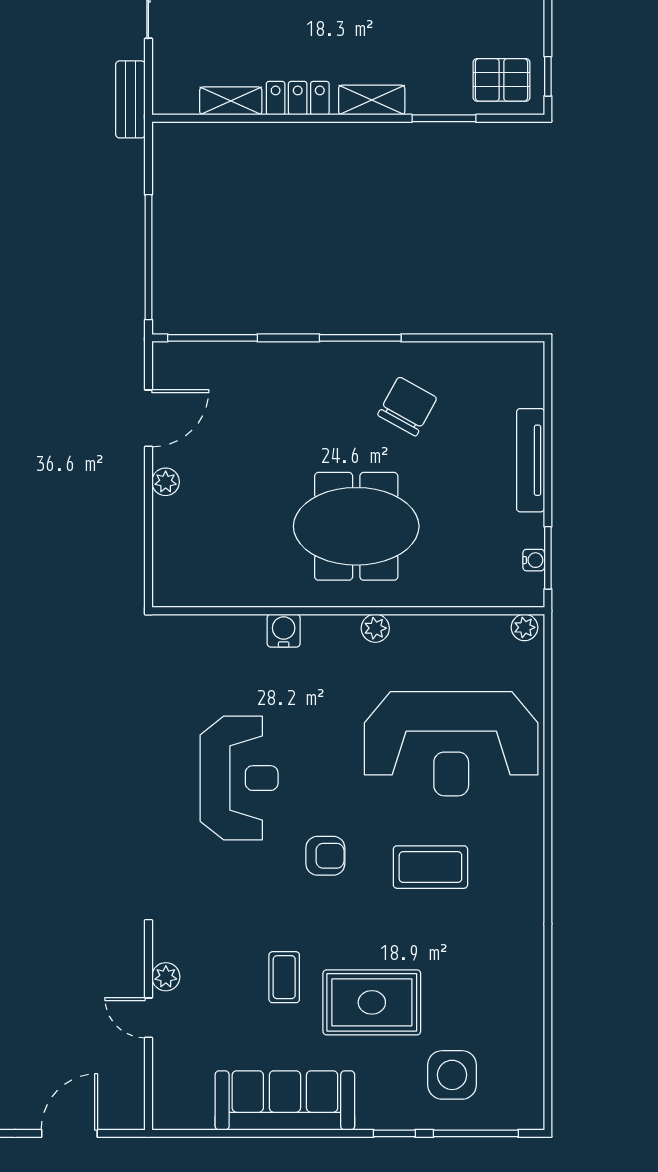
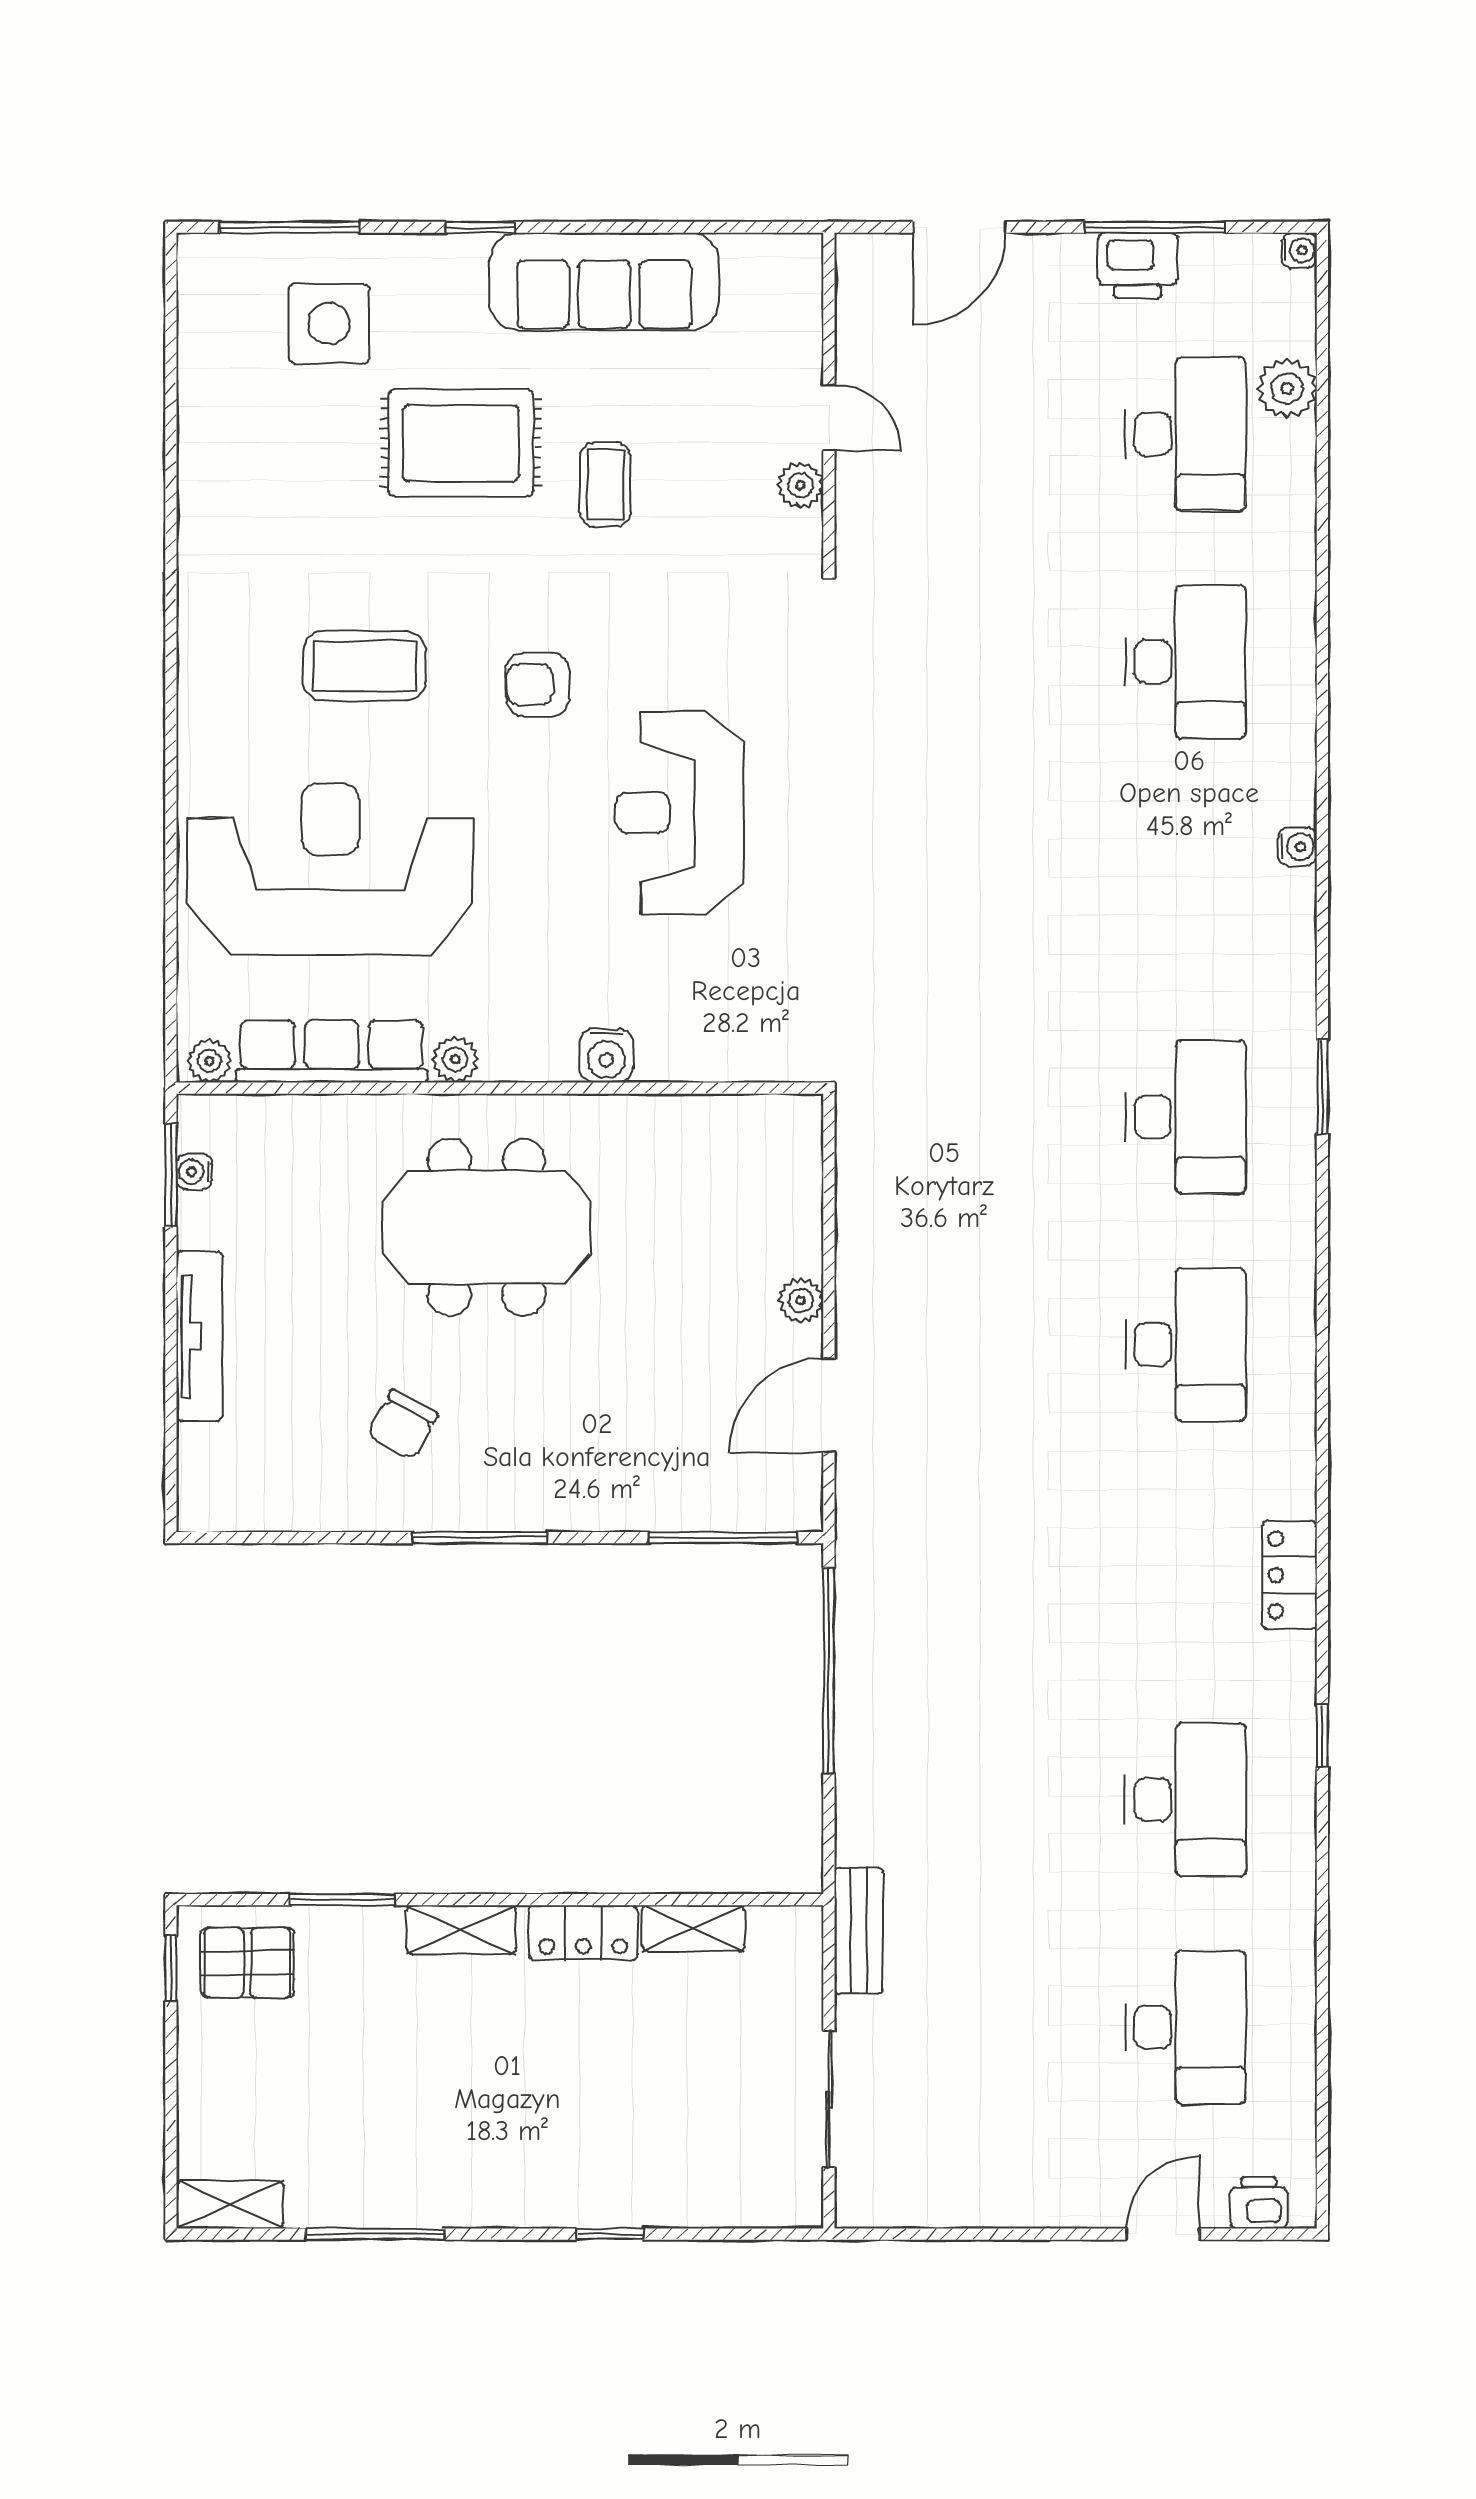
chair: (407, 406) -> (403, 1425), width x0.73, depth x0.73
row of seats: (450, 633) -> (332, 1052), added
window: (394, 1133) -> (480, 227), moved

